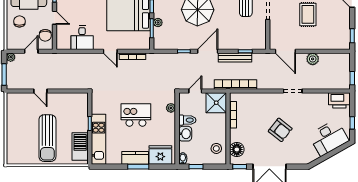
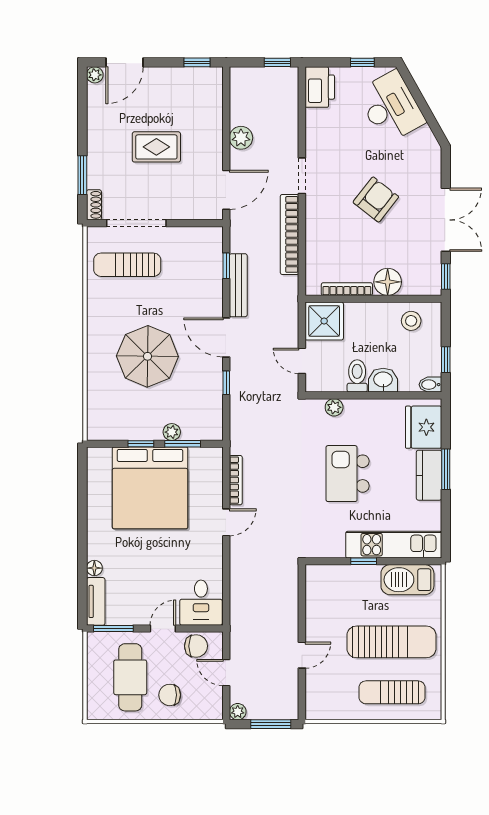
desk: (82, 38) -> (201, 603), moved, turned 90
bookcase: (235, 85) -> (290, 234), moved
sun lounger: (21, 138) -> (392, 692), added
floor lamp: (237, 149) -> (388, 282), moved

